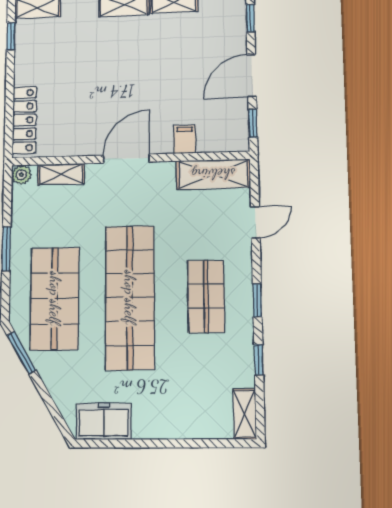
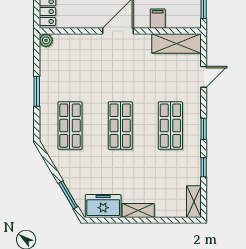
shelving: (61, 174) -> (138, 210), moved
shop shelf: (130, 297) -> (120, 126), width x0.50, depth x0.74
shop shelf: (55, 298) -> (70, 126), width x0.70, depth x0.74
window: (22, 353) -> (68, 195), moved

